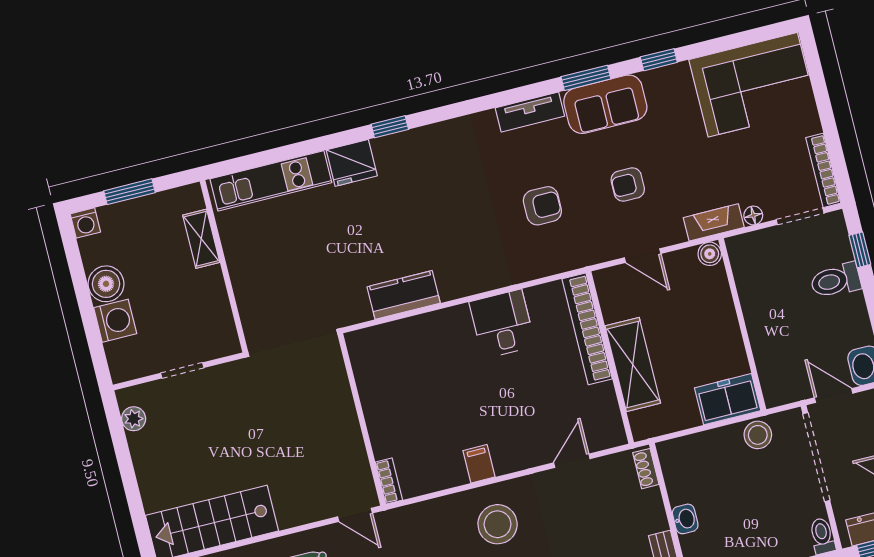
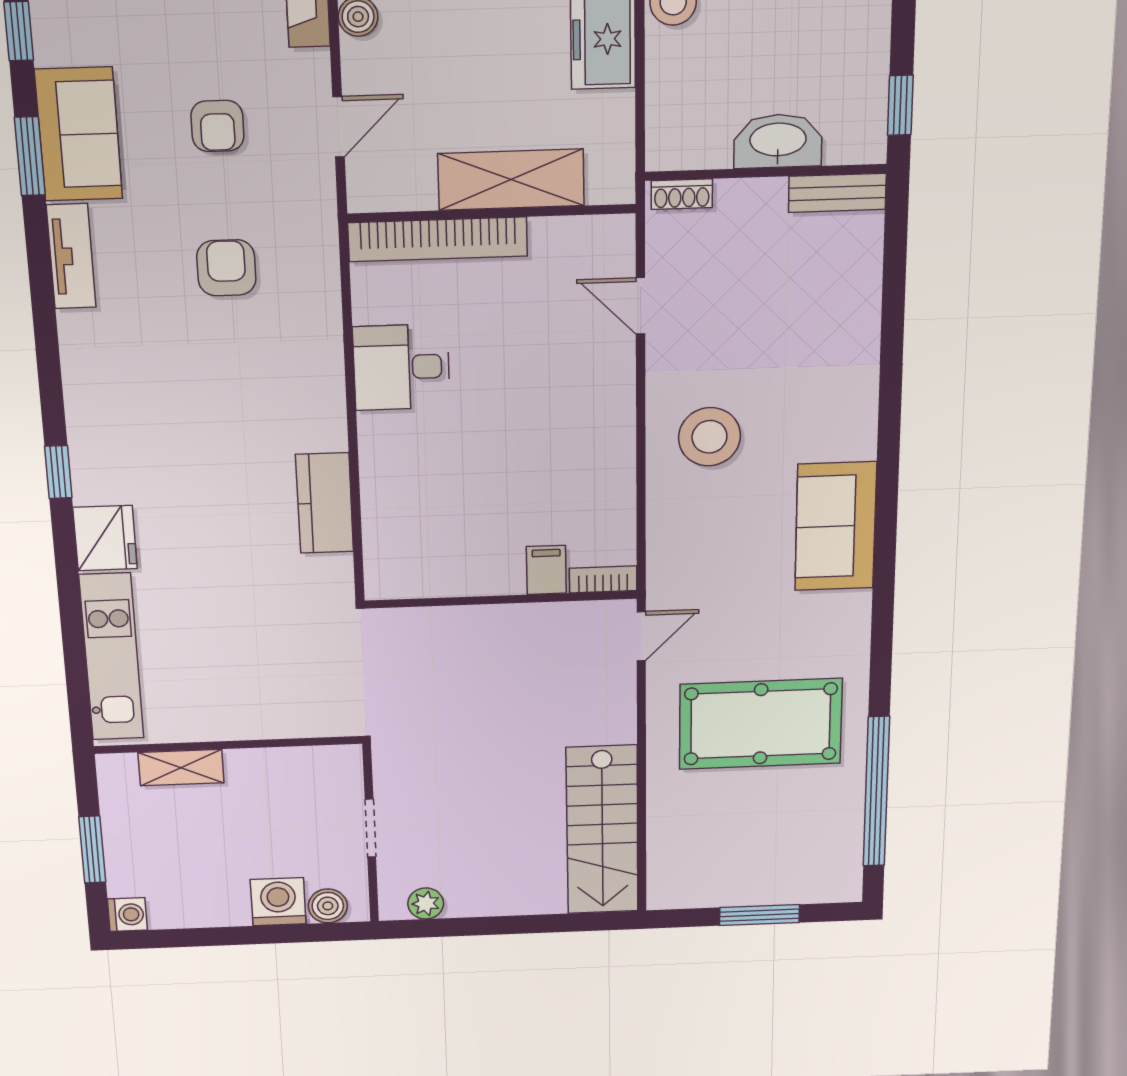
boiler: (106, 284) -> (328, 906), moved, width x0.73, depth x0.73
filing cabinet: (479, 464) -> (546, 570), moved, turned 90
washbasin: (685, 519) -> (778, 141), width x1.91, depth x1.45

